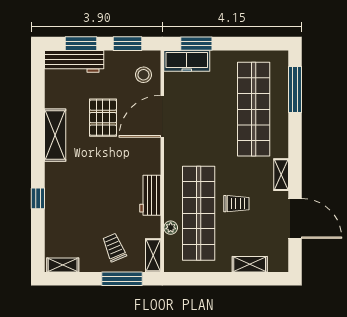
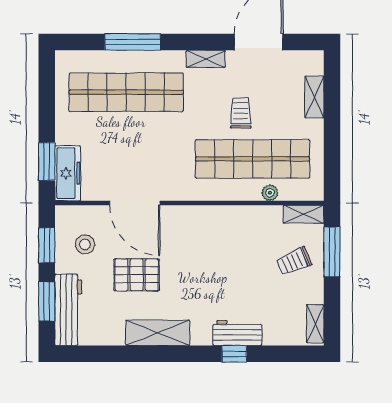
stool: (143, 75) -> (85, 244), moved
window: (295, 89) -> (133, 42), moved
workbench: (150, 195) -> (237, 333), moved, turned 180

